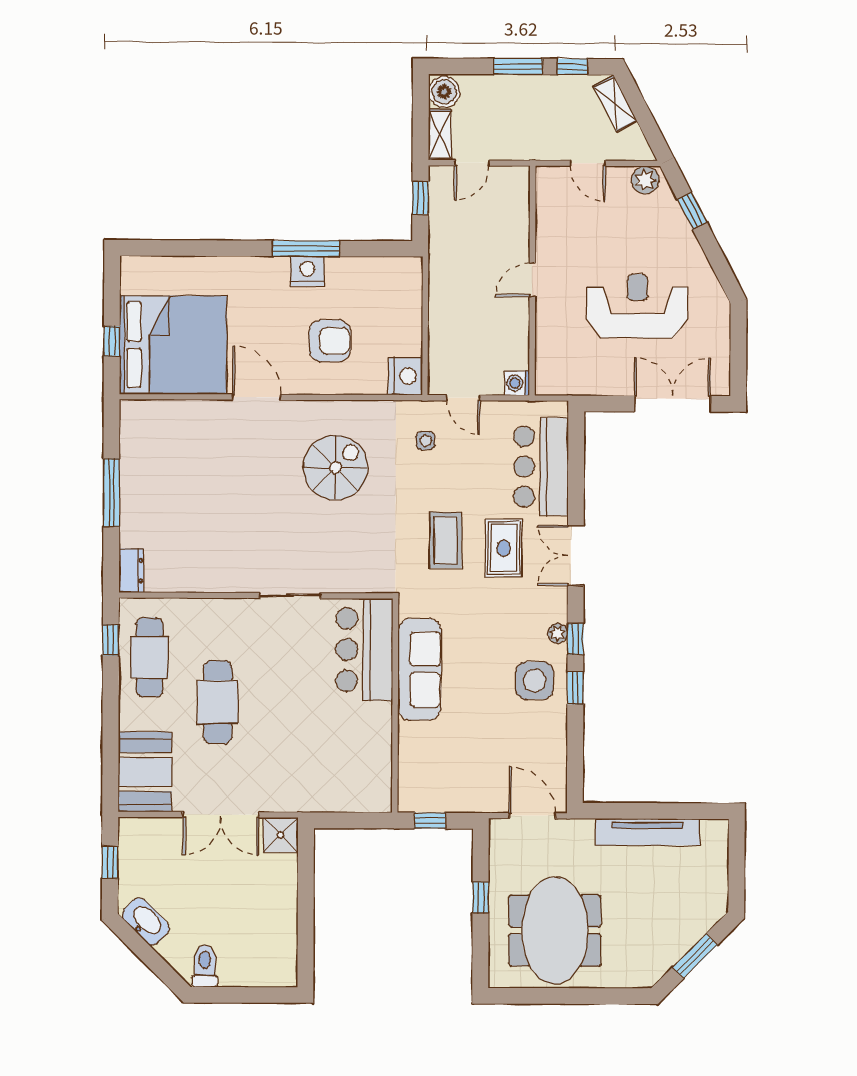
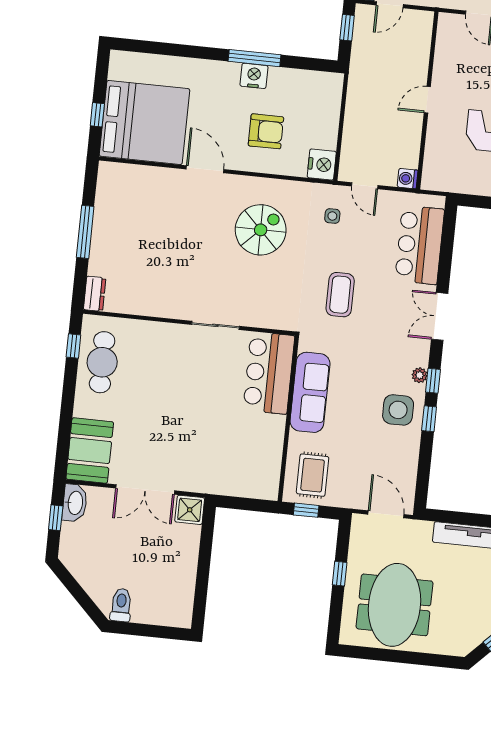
rug: (504, 548) -> (313, 475), moved
cafe table: (218, 702) -> (151, 402), removed
washbasin: (146, 921) -> (75, 503), moved, turned 45

